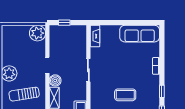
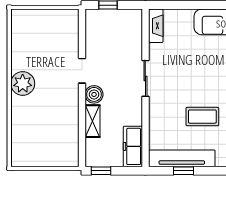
plant: (37, 33) -> (67, 21), removed
sun lounger: (24, 94) -> (46, 115), removed

